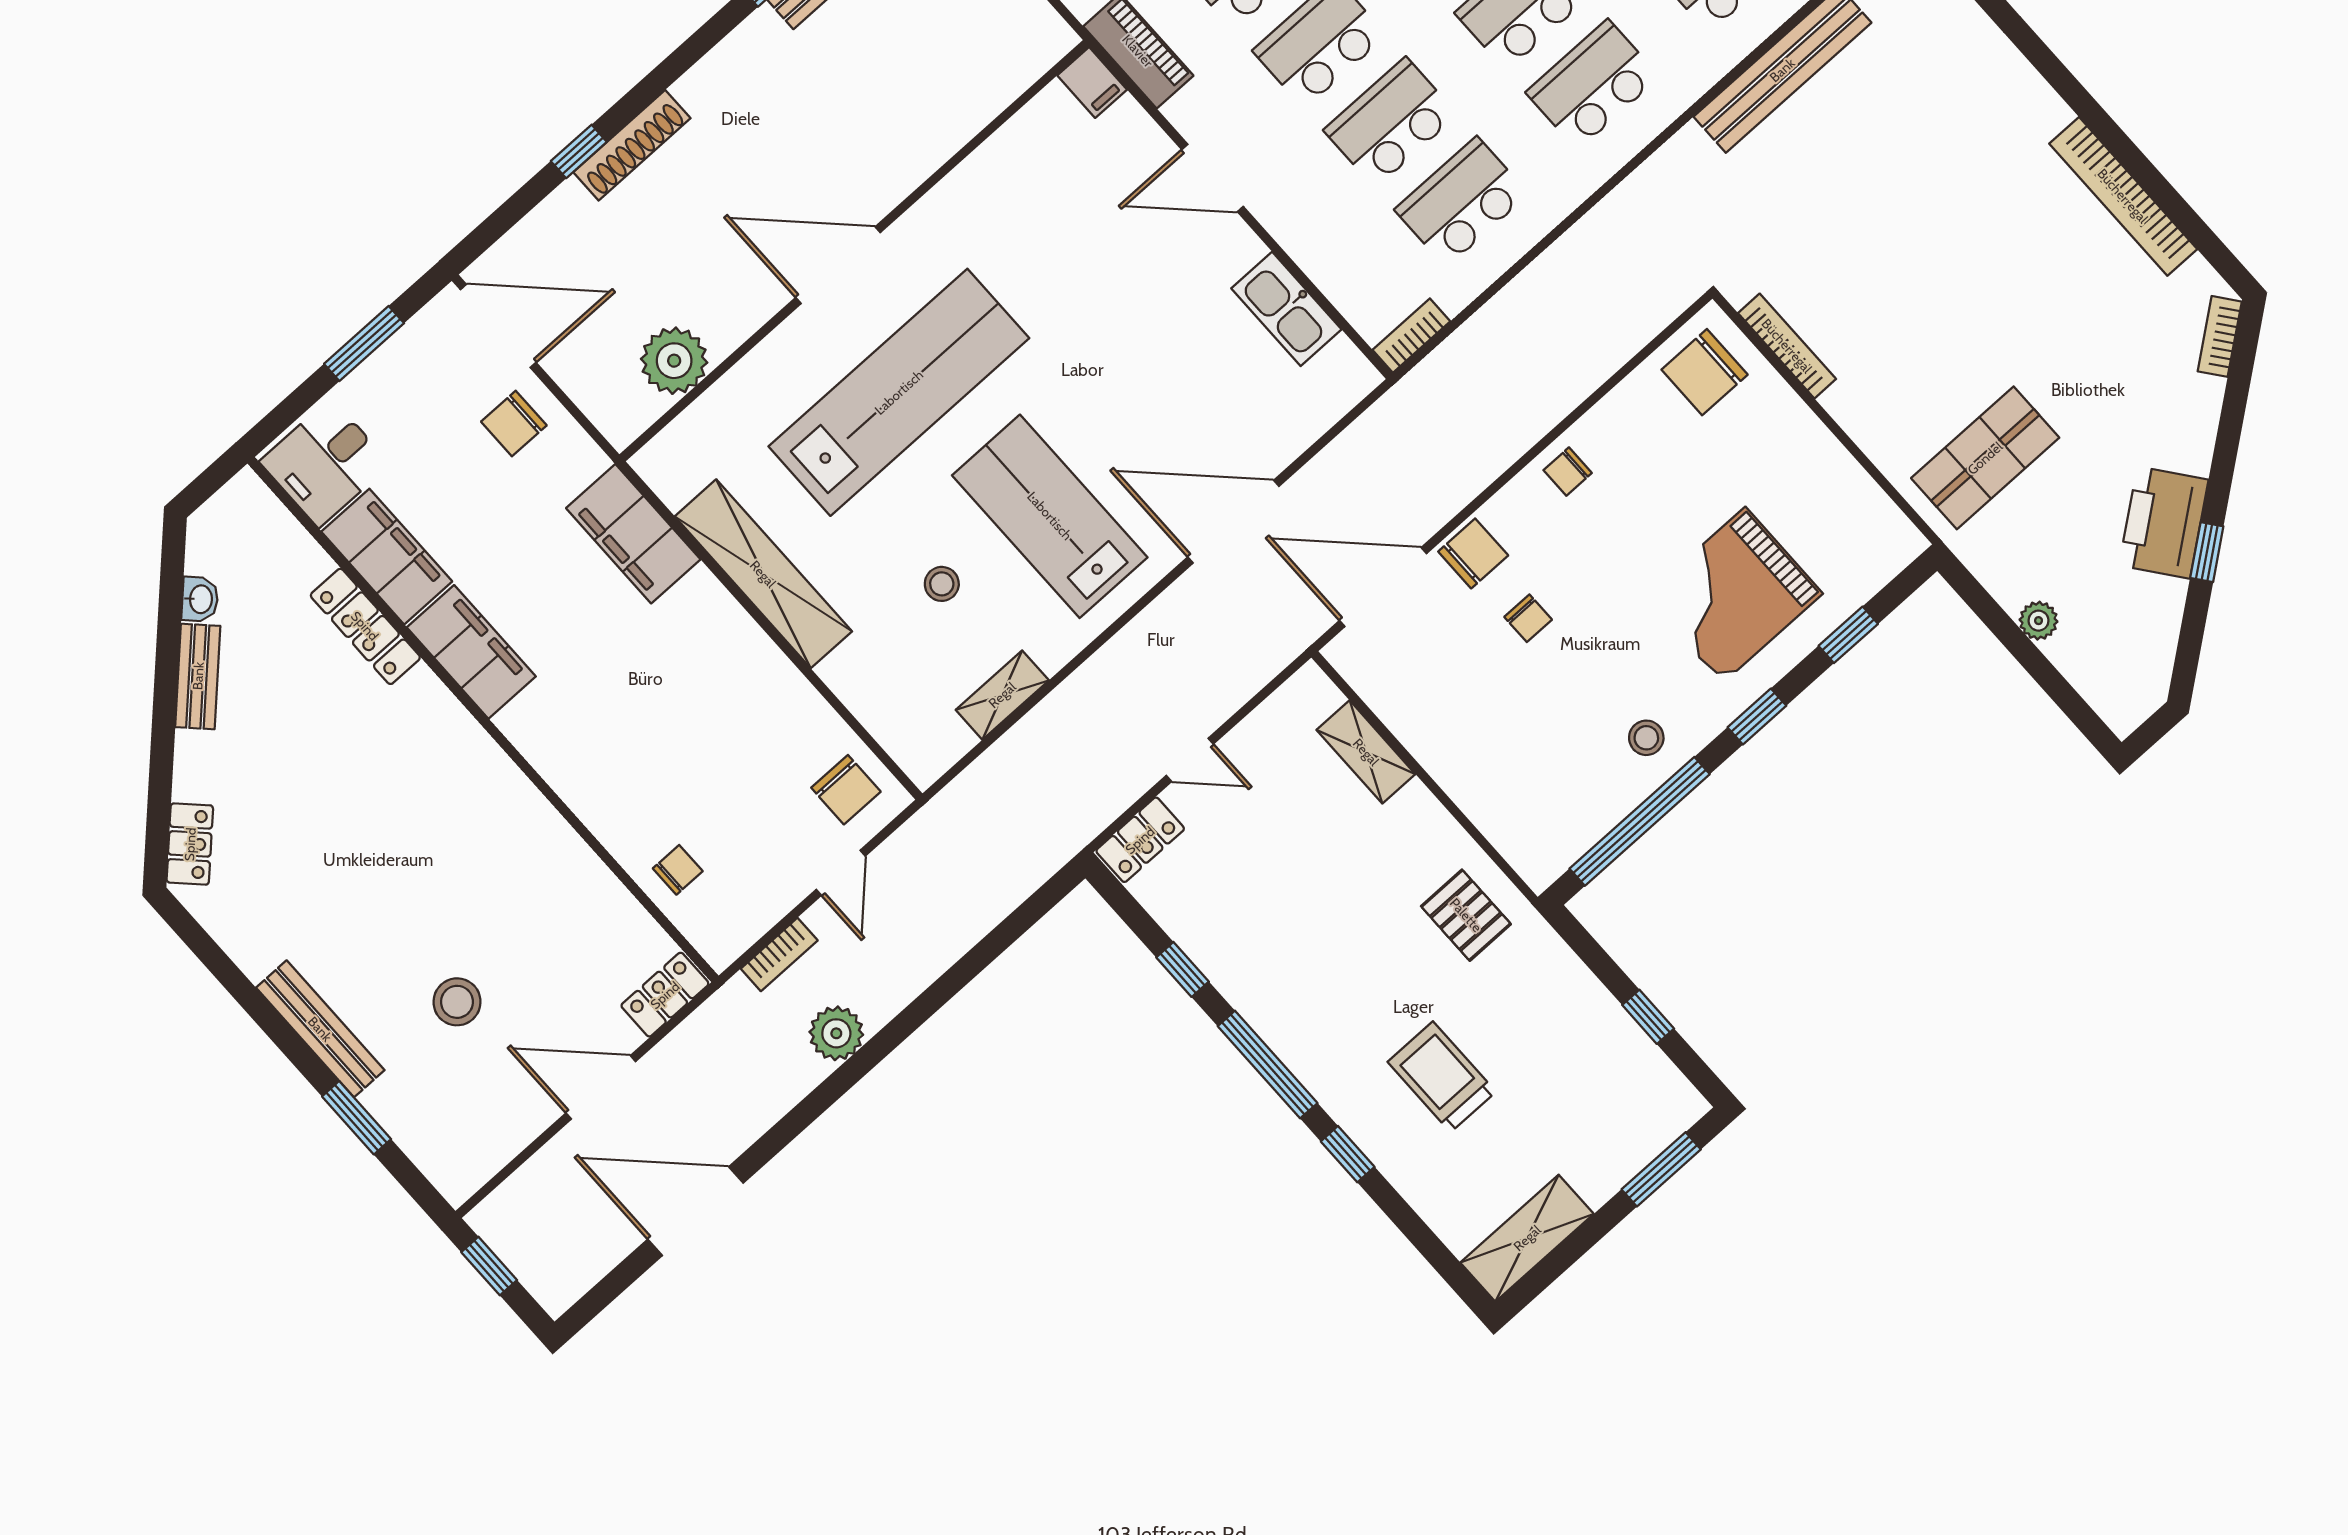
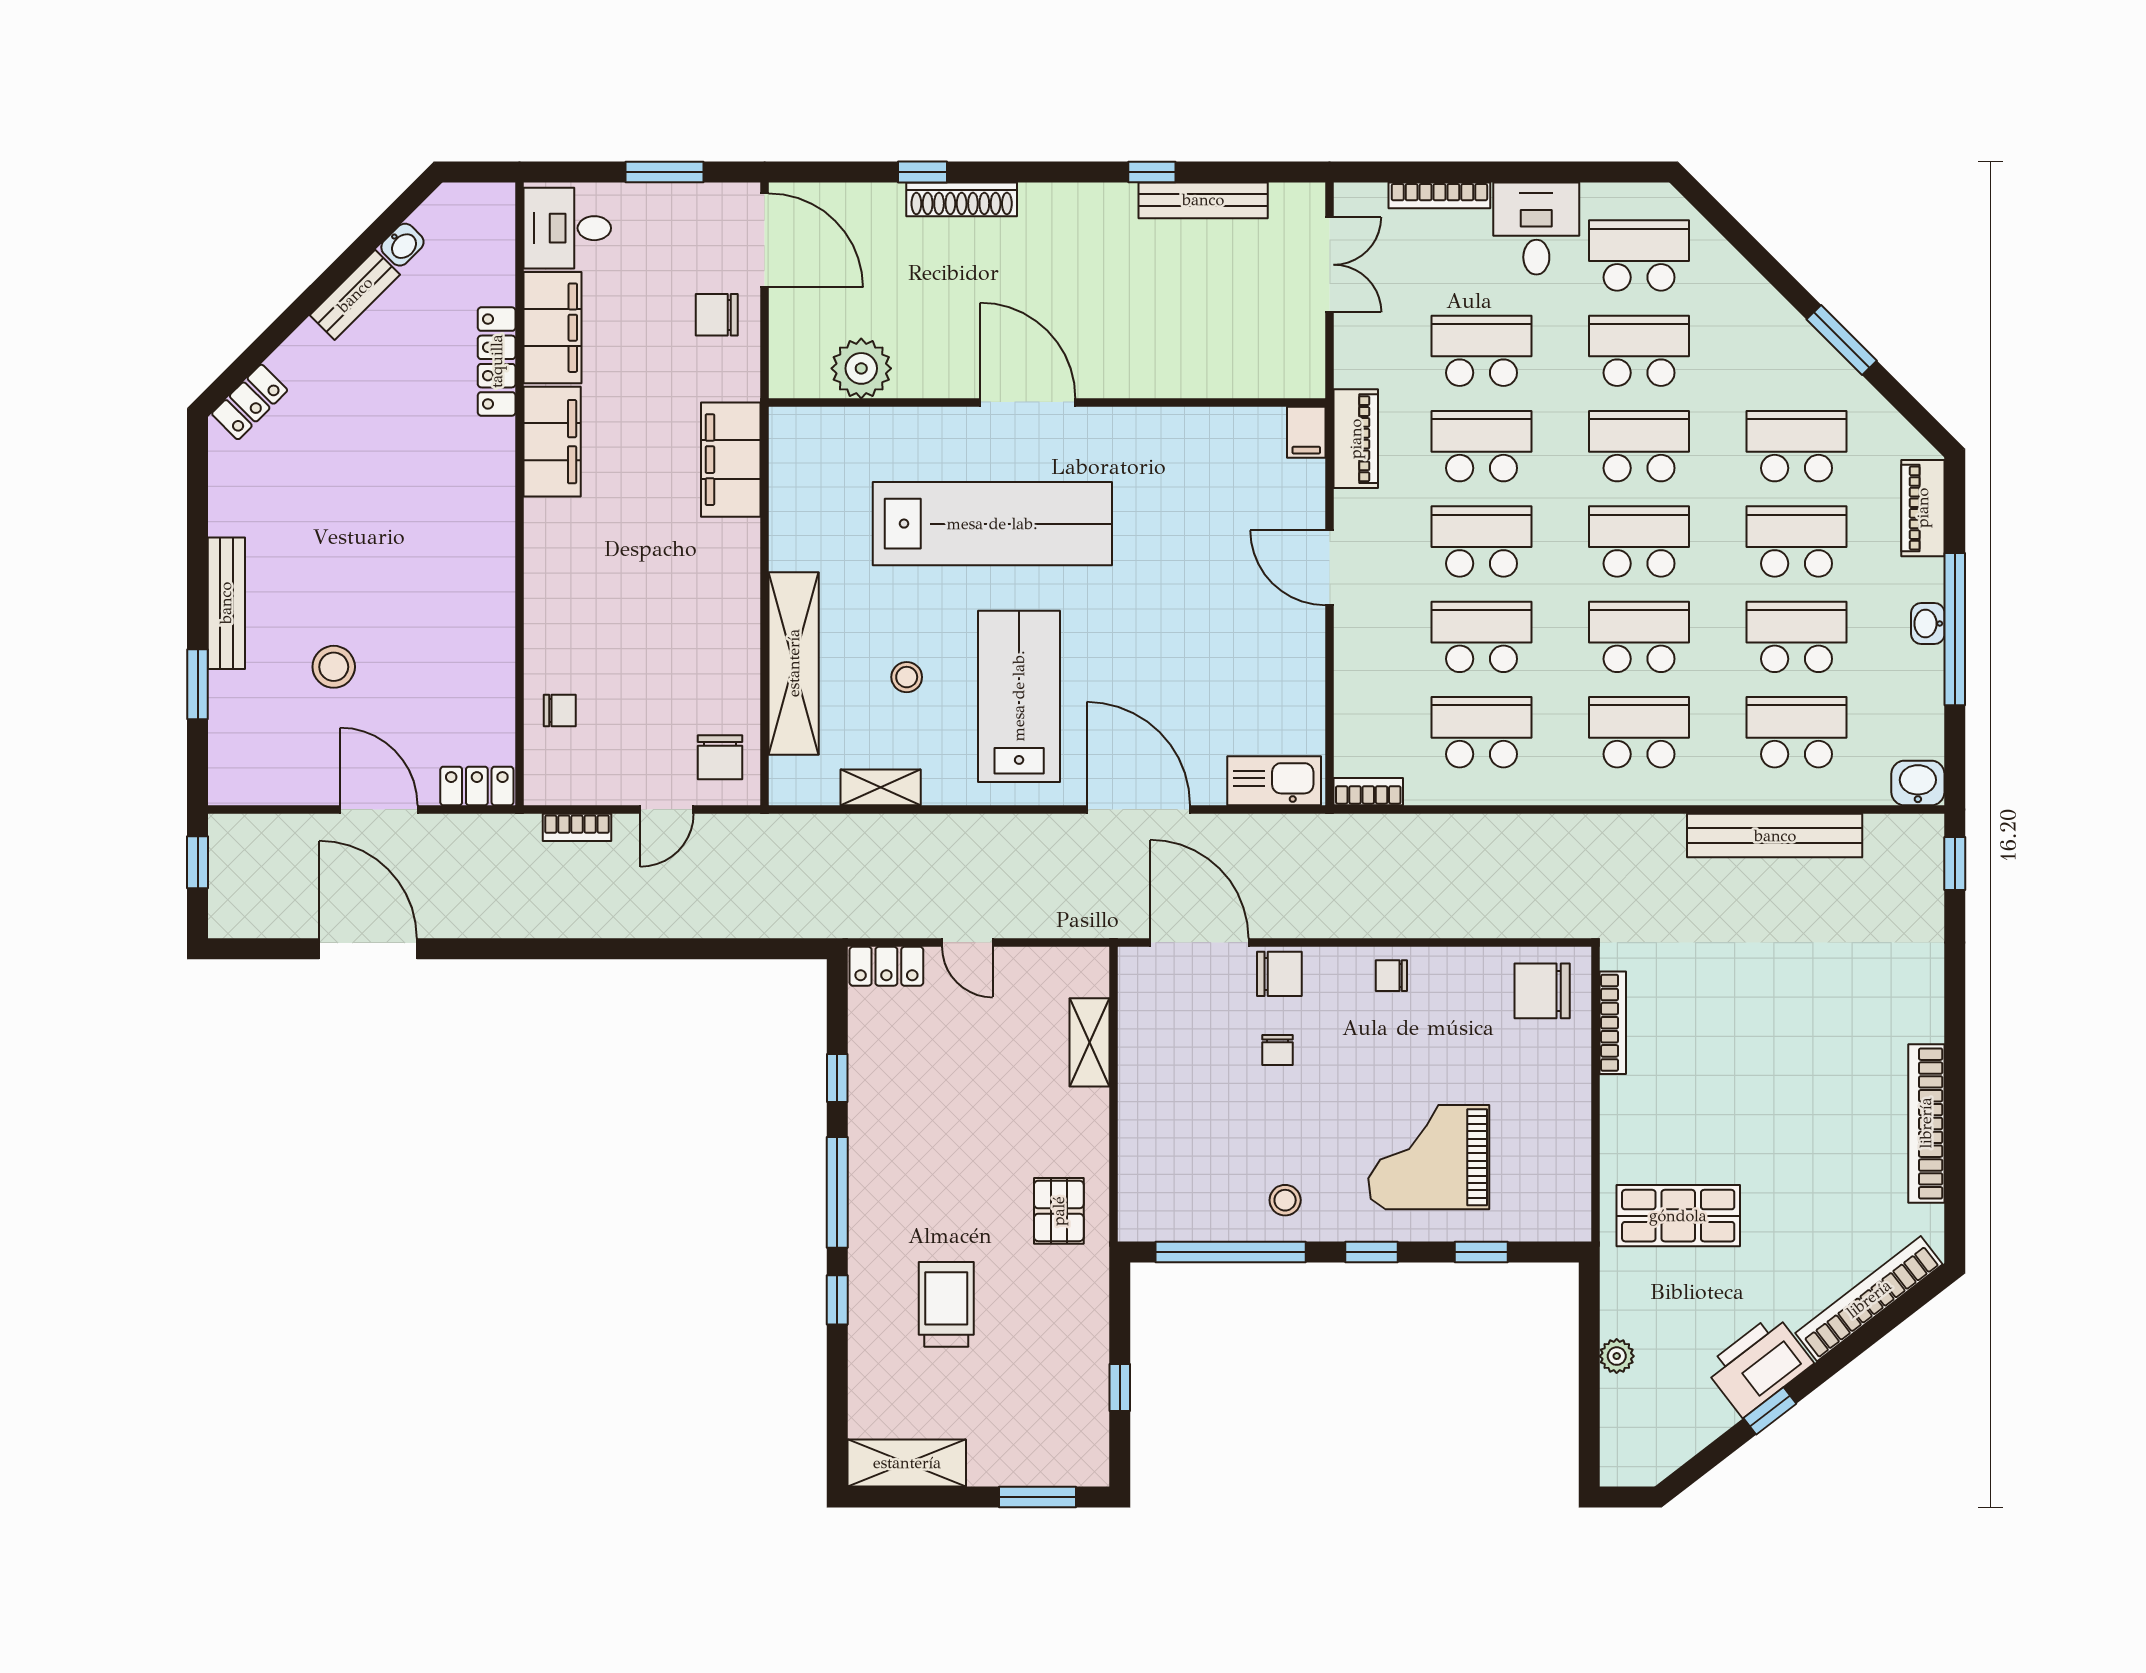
kitchen sink: (1286, 309) -> (1274, 781), moved, turned 90
bookcase: (2220, 336) -> (1869, 1299), width x2.31, depth x1.31
shelving: (763, 574) -> (794, 663), moved
plant: (836, 1033) -> (568, 914), removed

